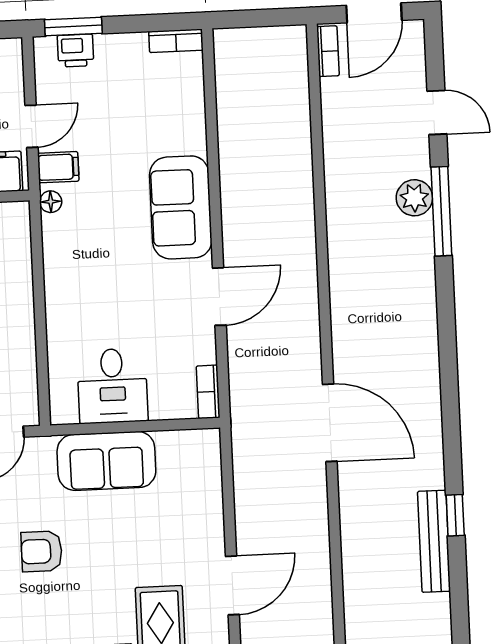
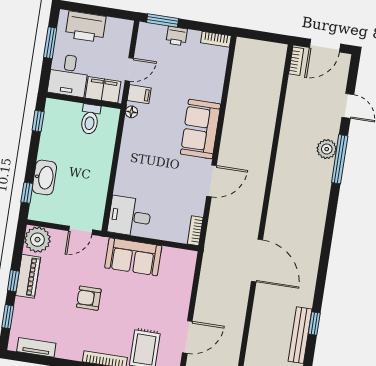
printer: (75, 51) -> (177, 36), moved
desk: (112, 386) -> (130, 216), moved, turned 90

